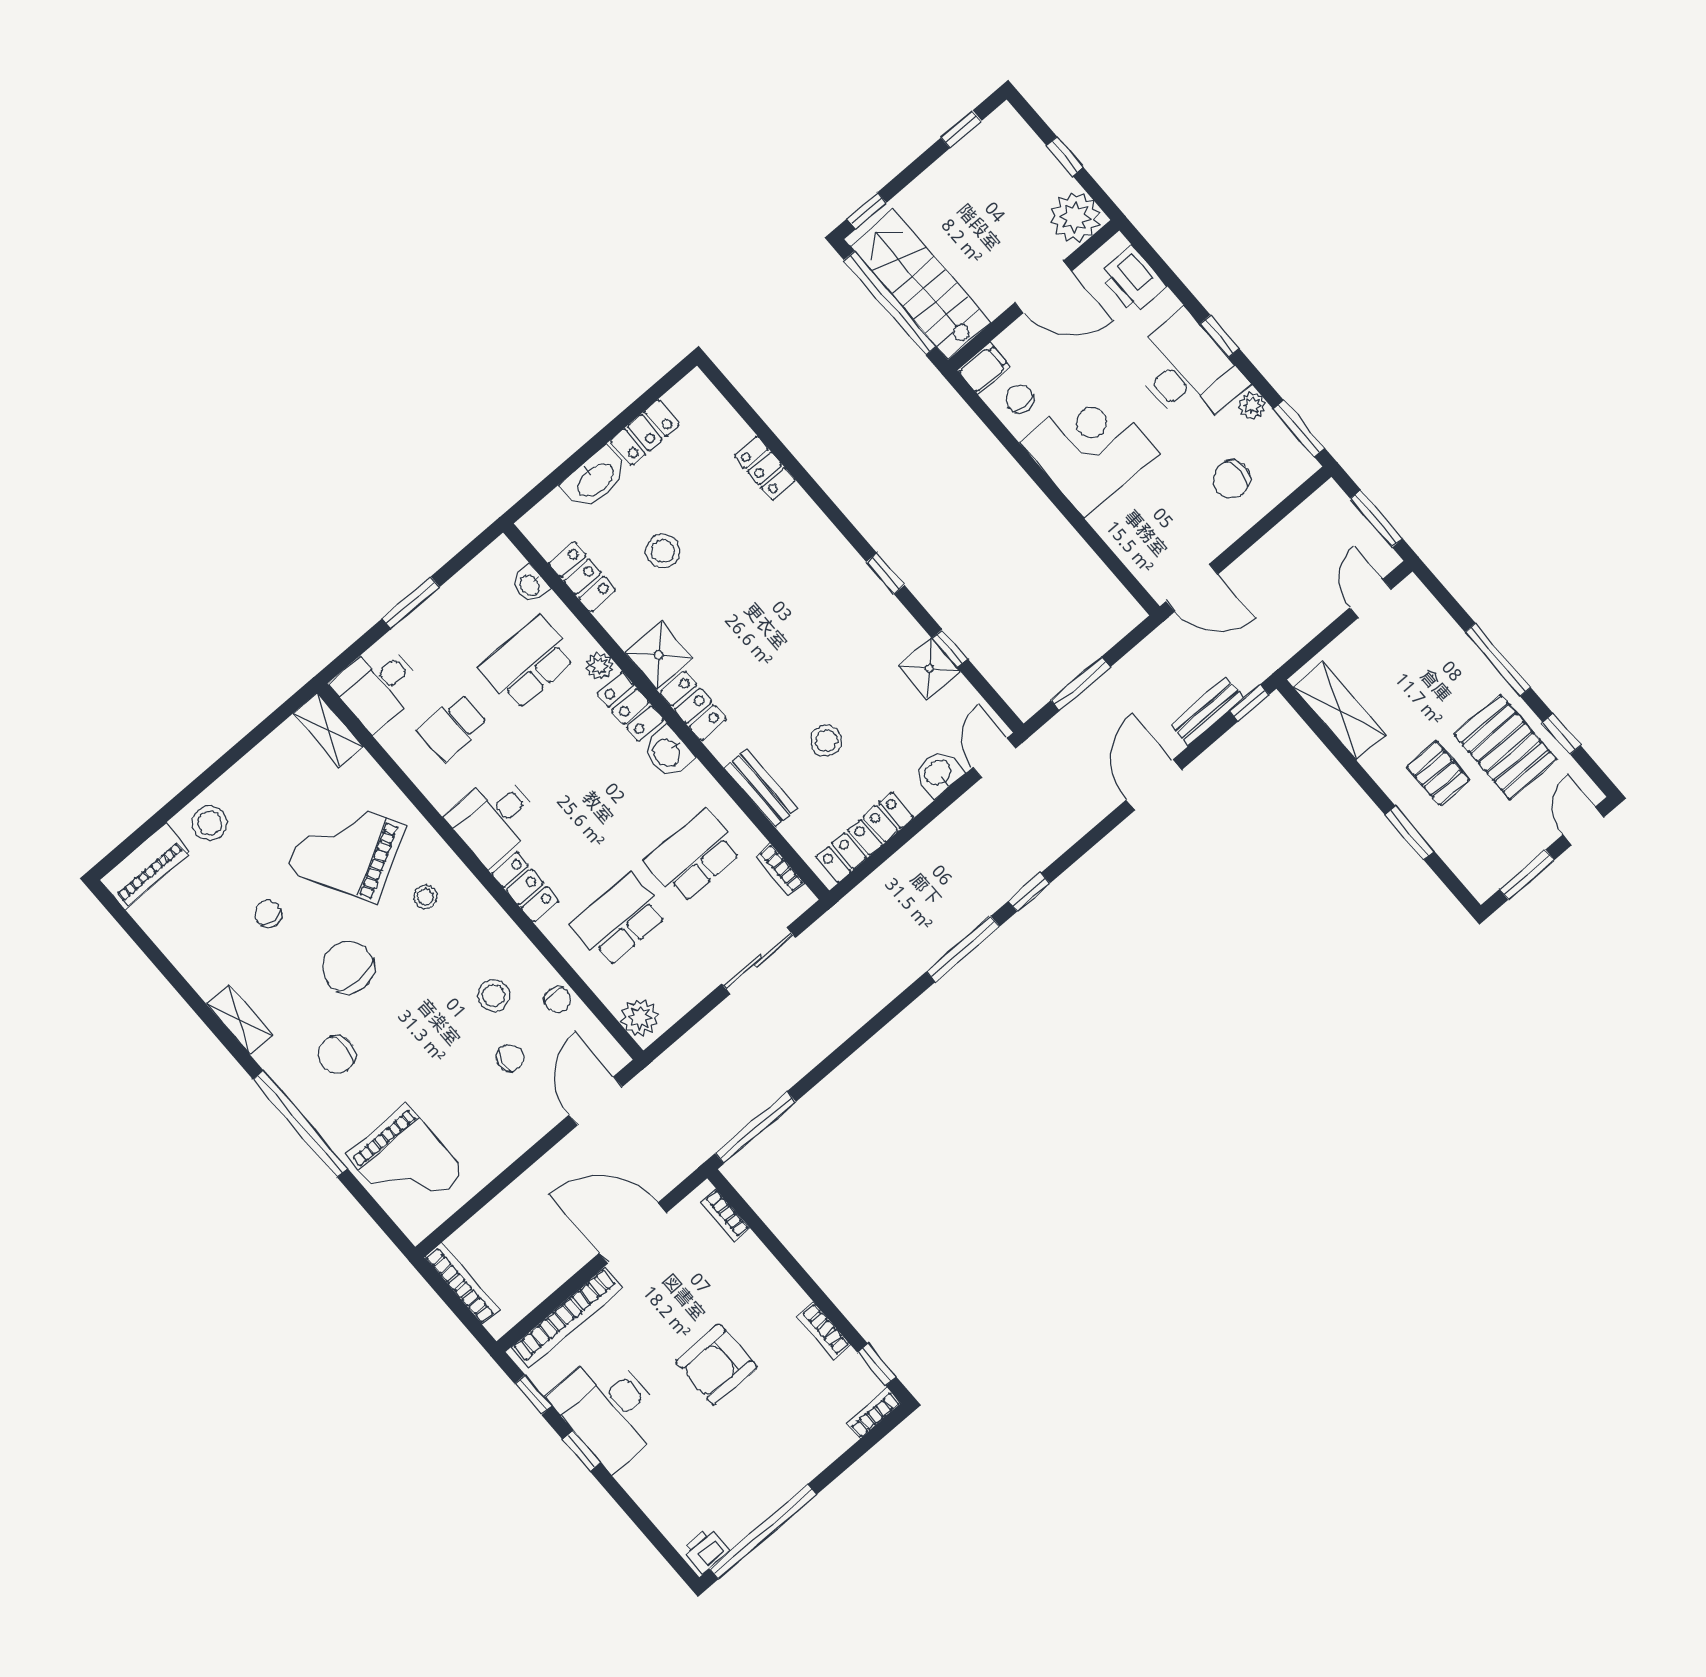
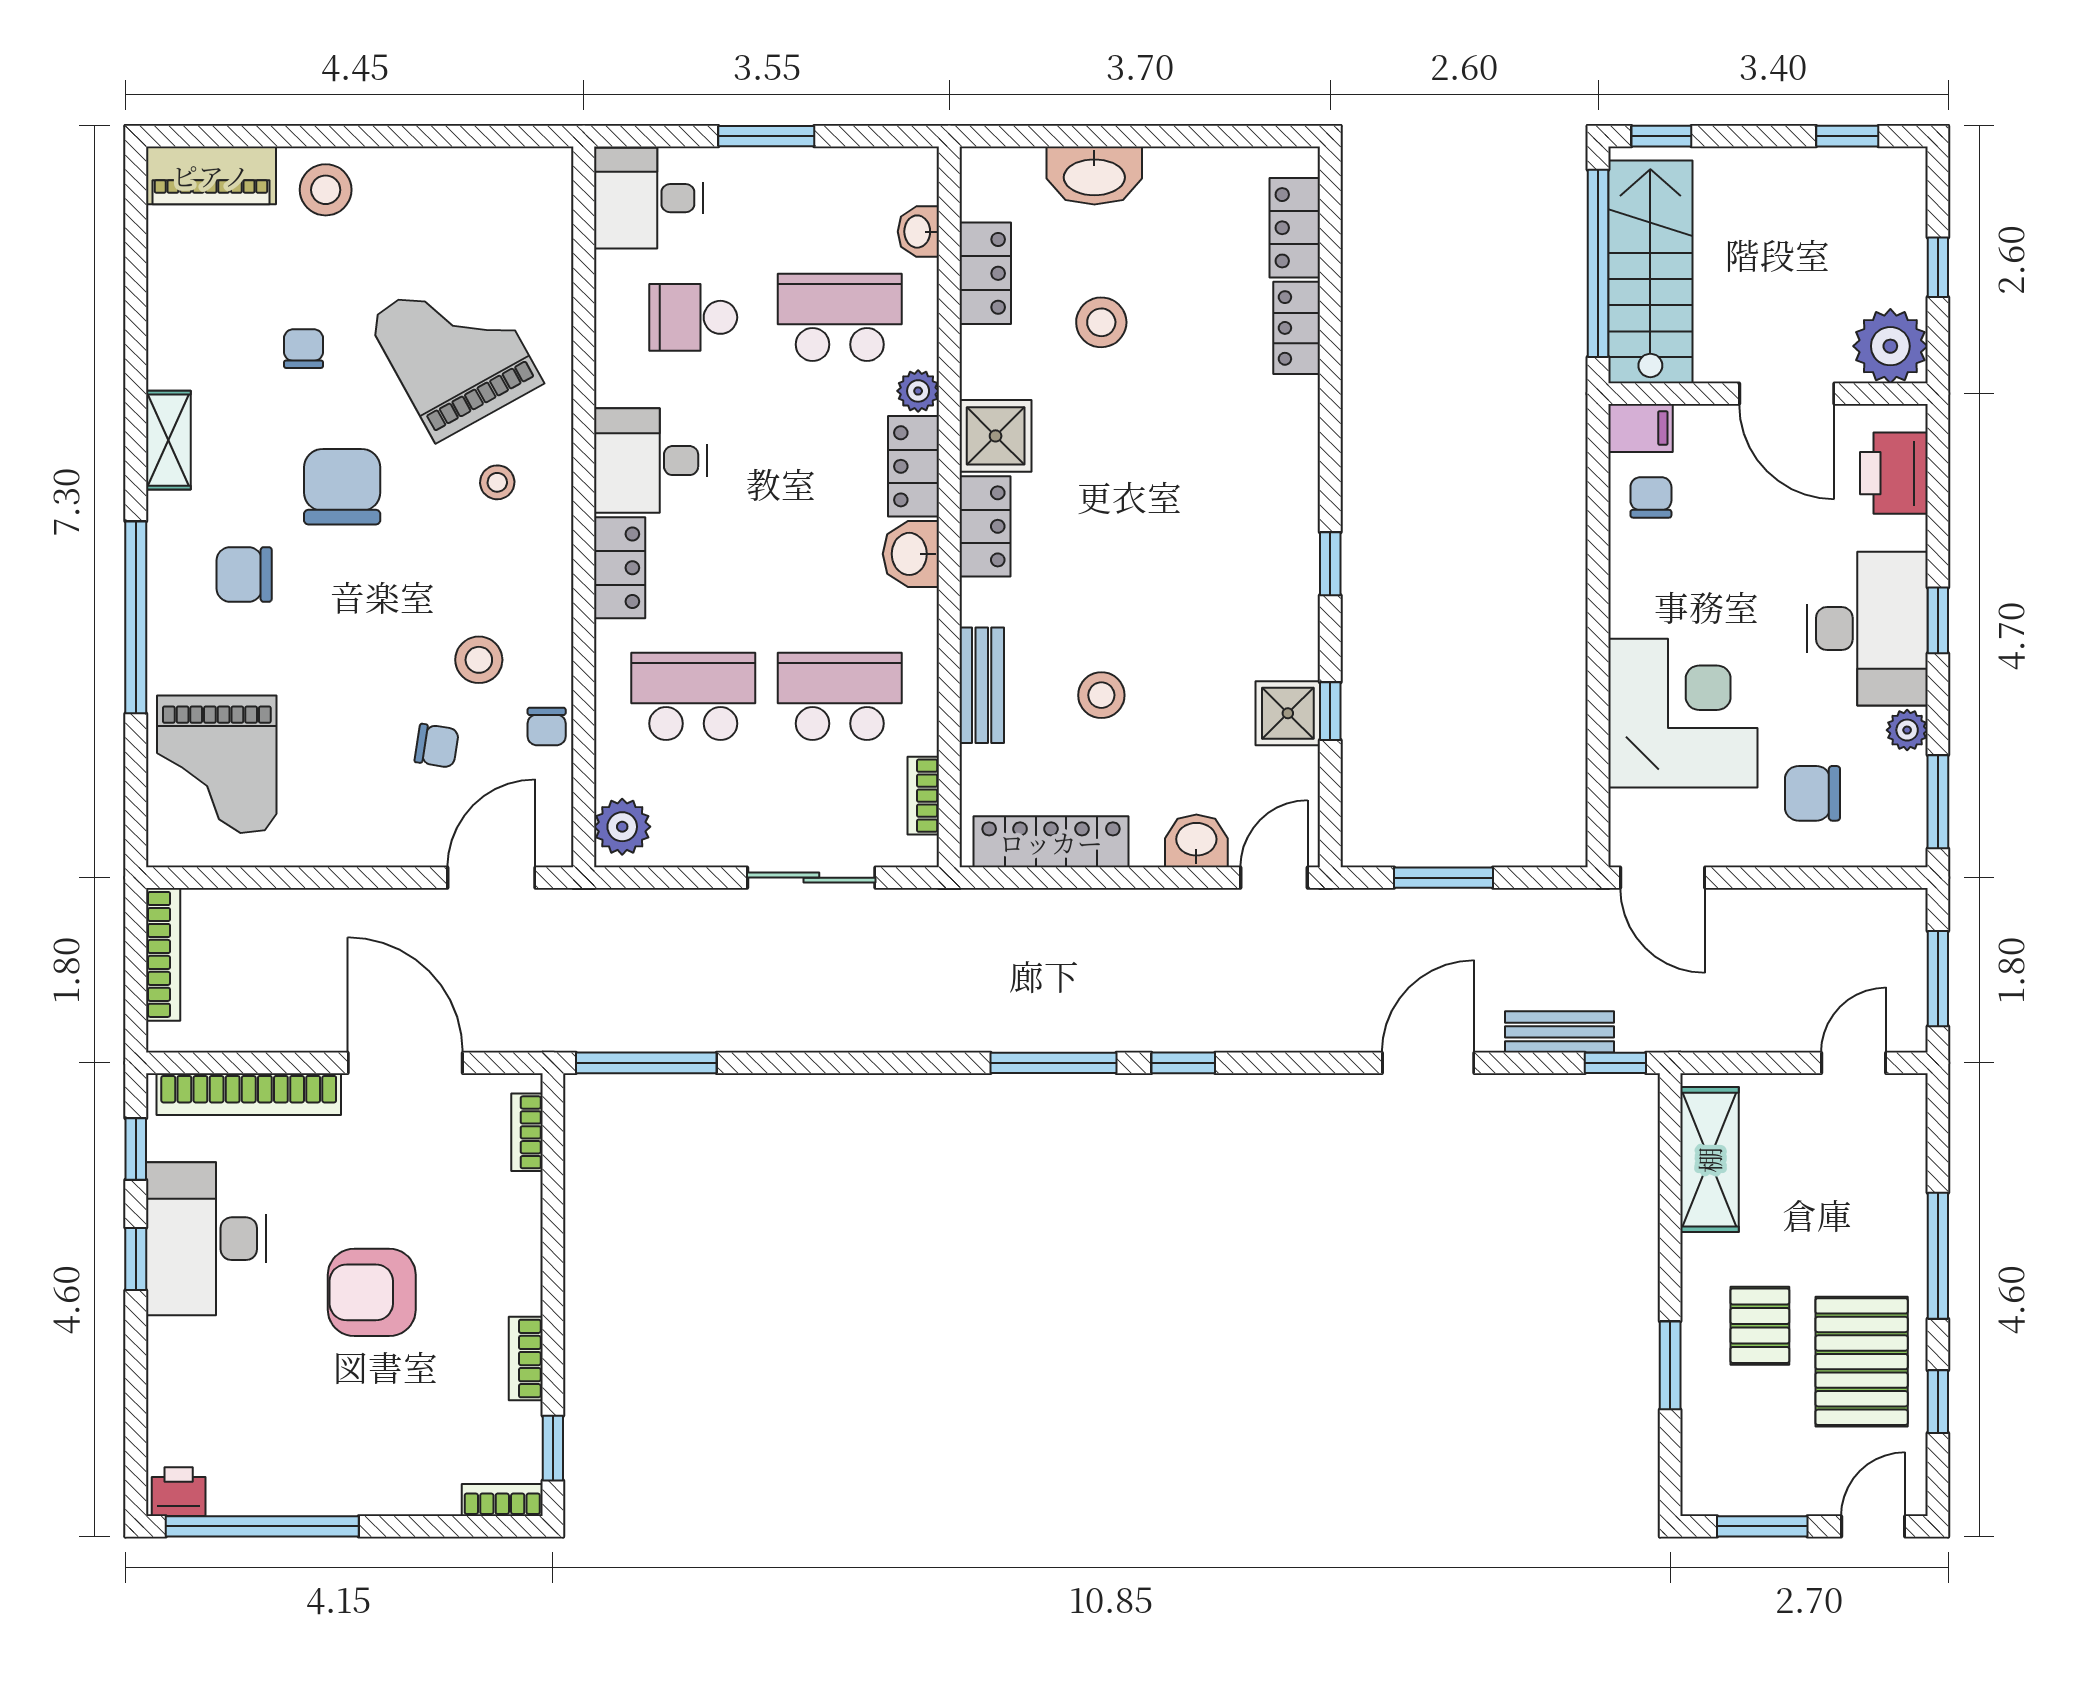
locker: (645, 433) -> (1295, 228), moved, turned 90
corner desk: (1090, 448) -> (1683, 713), moved
shelving: (328, 730) -> (550, 199), removed

